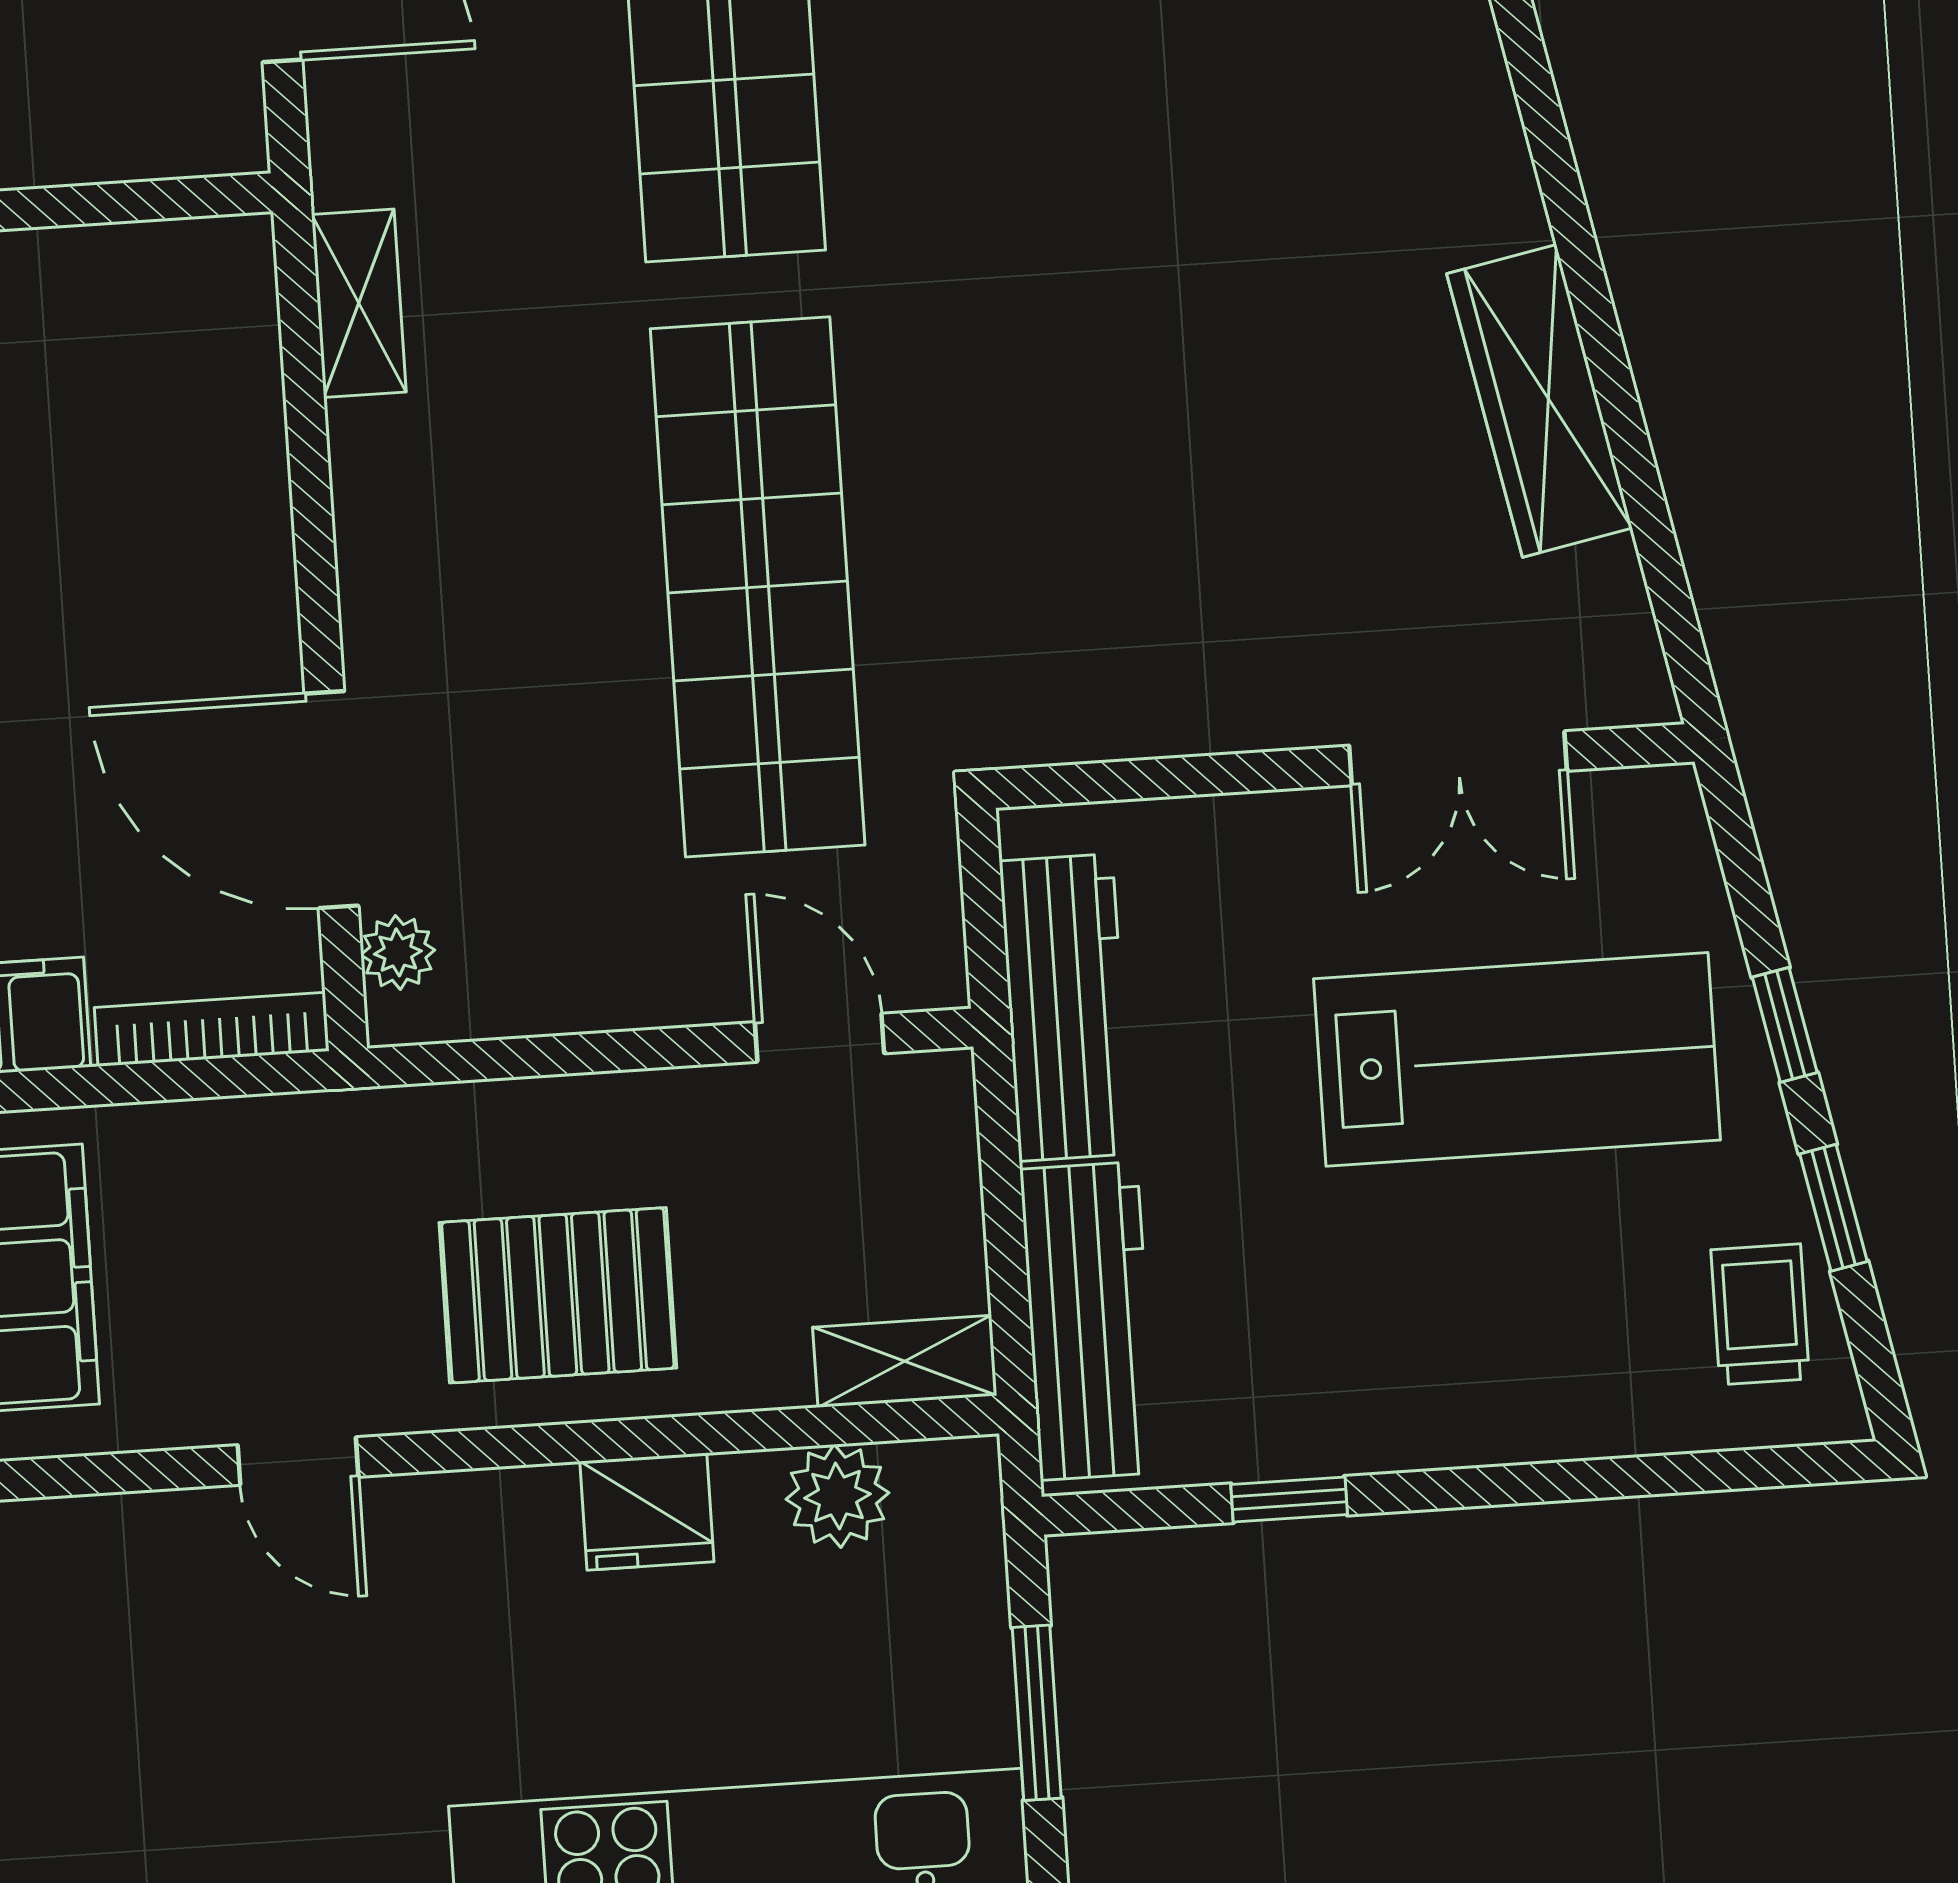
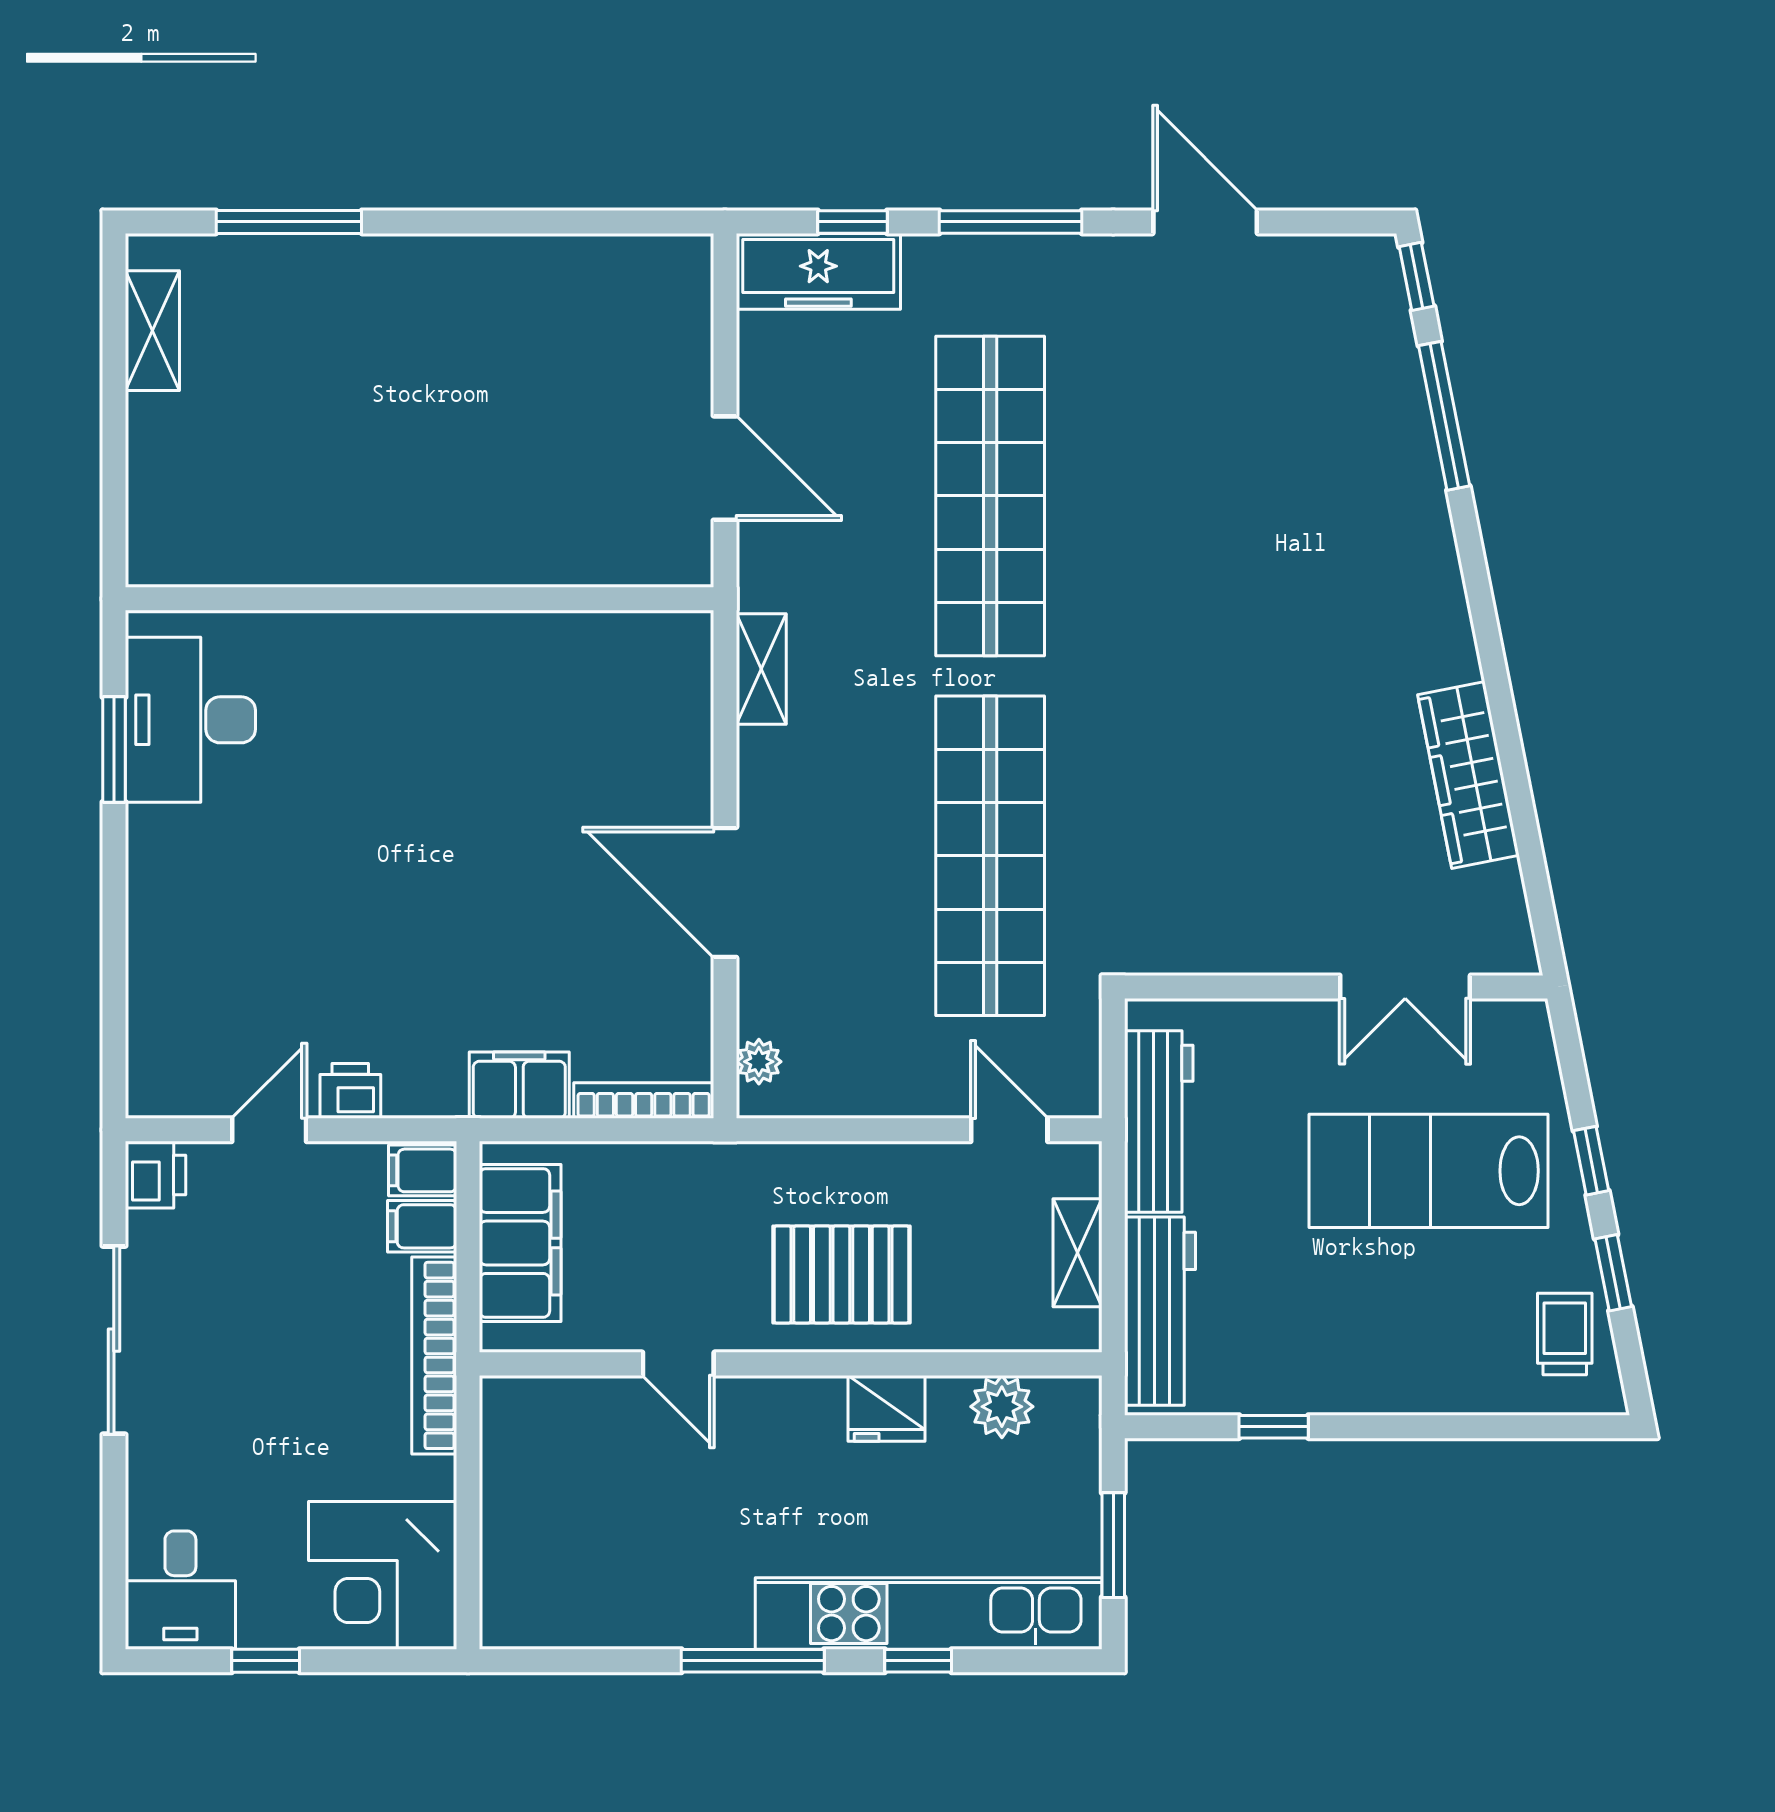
door: (331, 800) -> (725, 892), moved
lab bench: (1517, 1059) -> (1429, 1171), turned 180
shelving: (905, 1361) -> (1077, 1253), moved, turned 90

